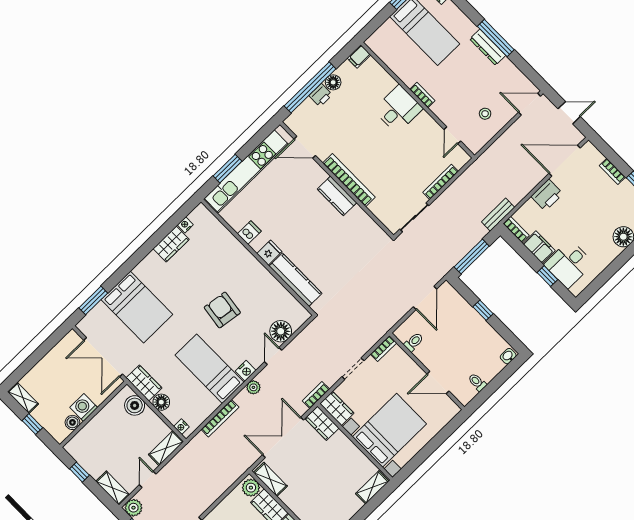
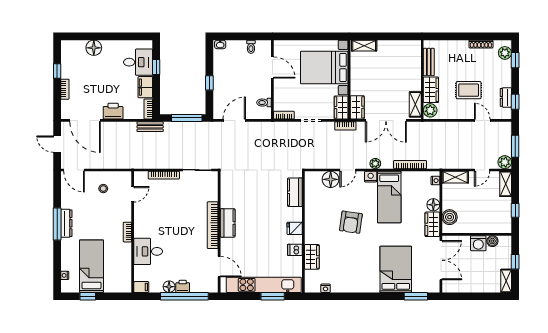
desk: (398, 109) -> (148, 251), moved
wardrobe: (171, 244) -> (312, 257), moved, turned 90
kitchen counter: (296, 280) -> (295, 192), width x0.67

